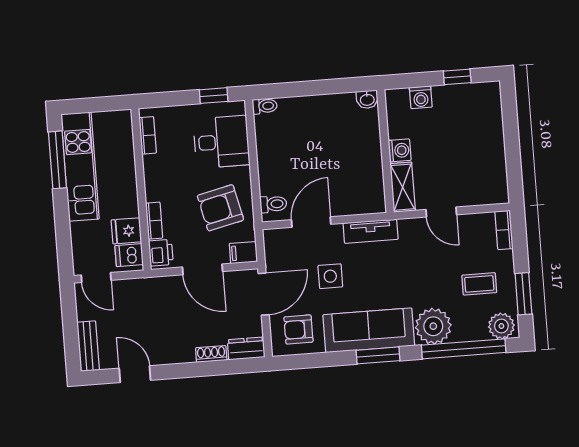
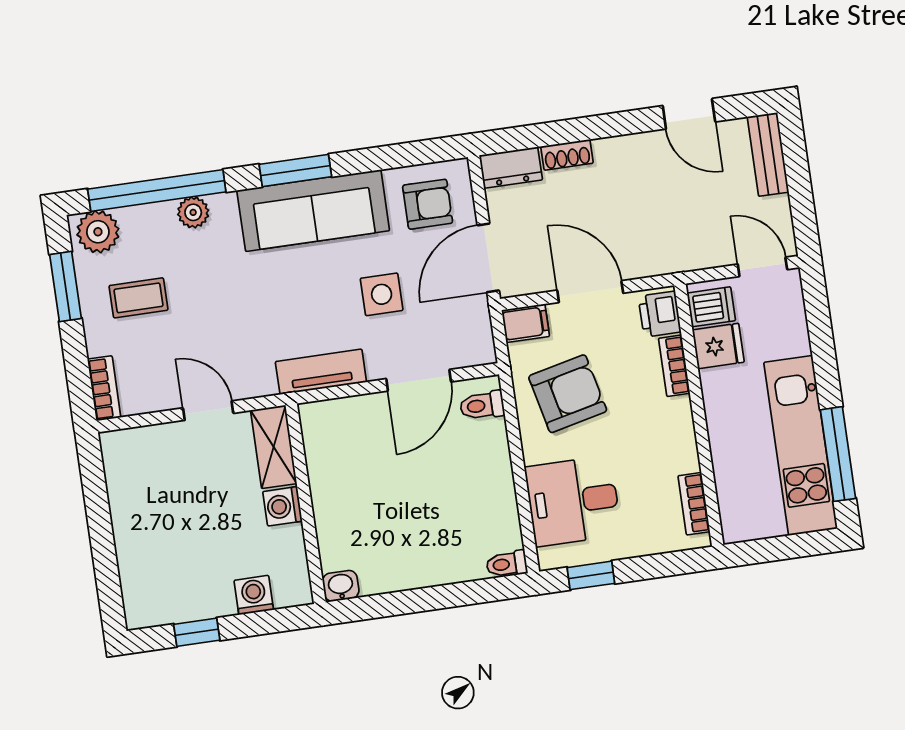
plant: (433, 326) -> (193, 212), width x0.53, depth x0.53

